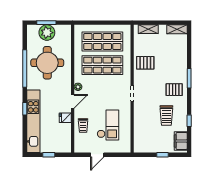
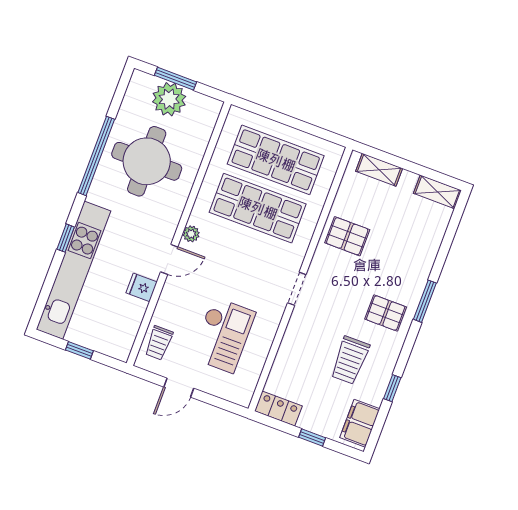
trolley: (83, 126) -> (159, 343), moved
locker: (143, 148) -> (278, 409), added

